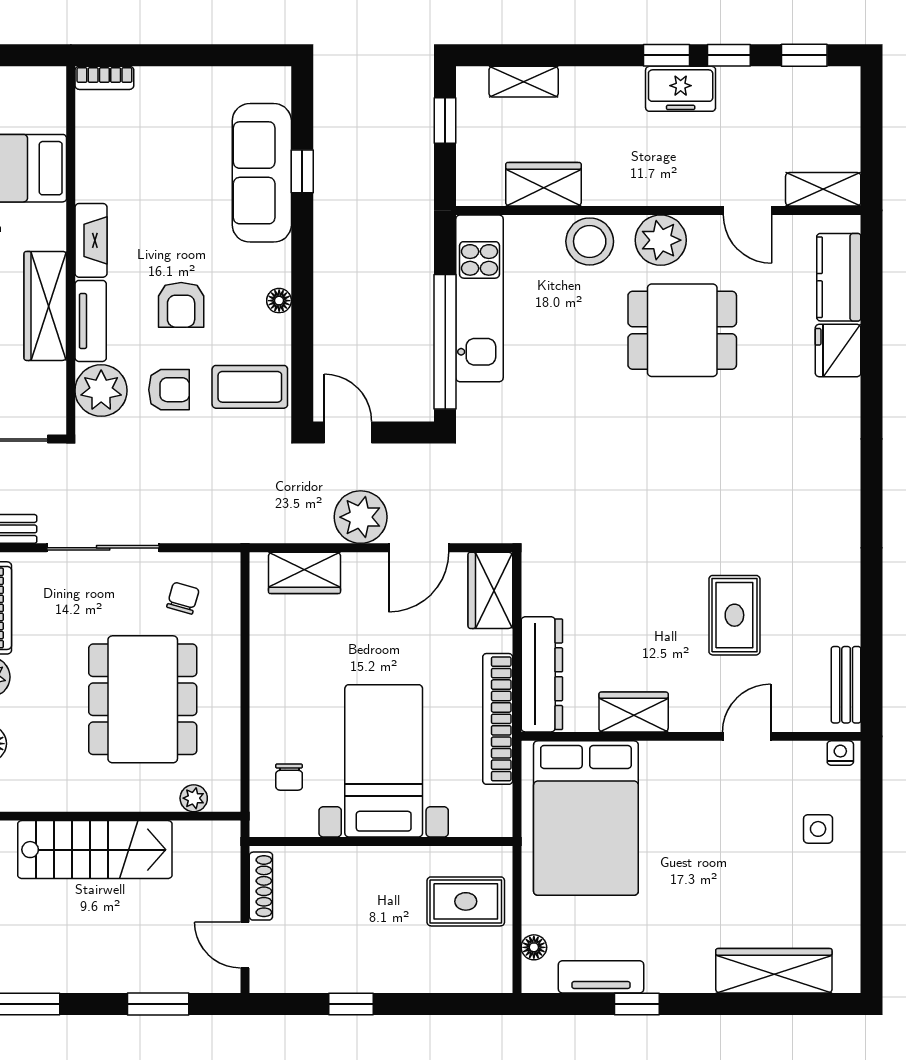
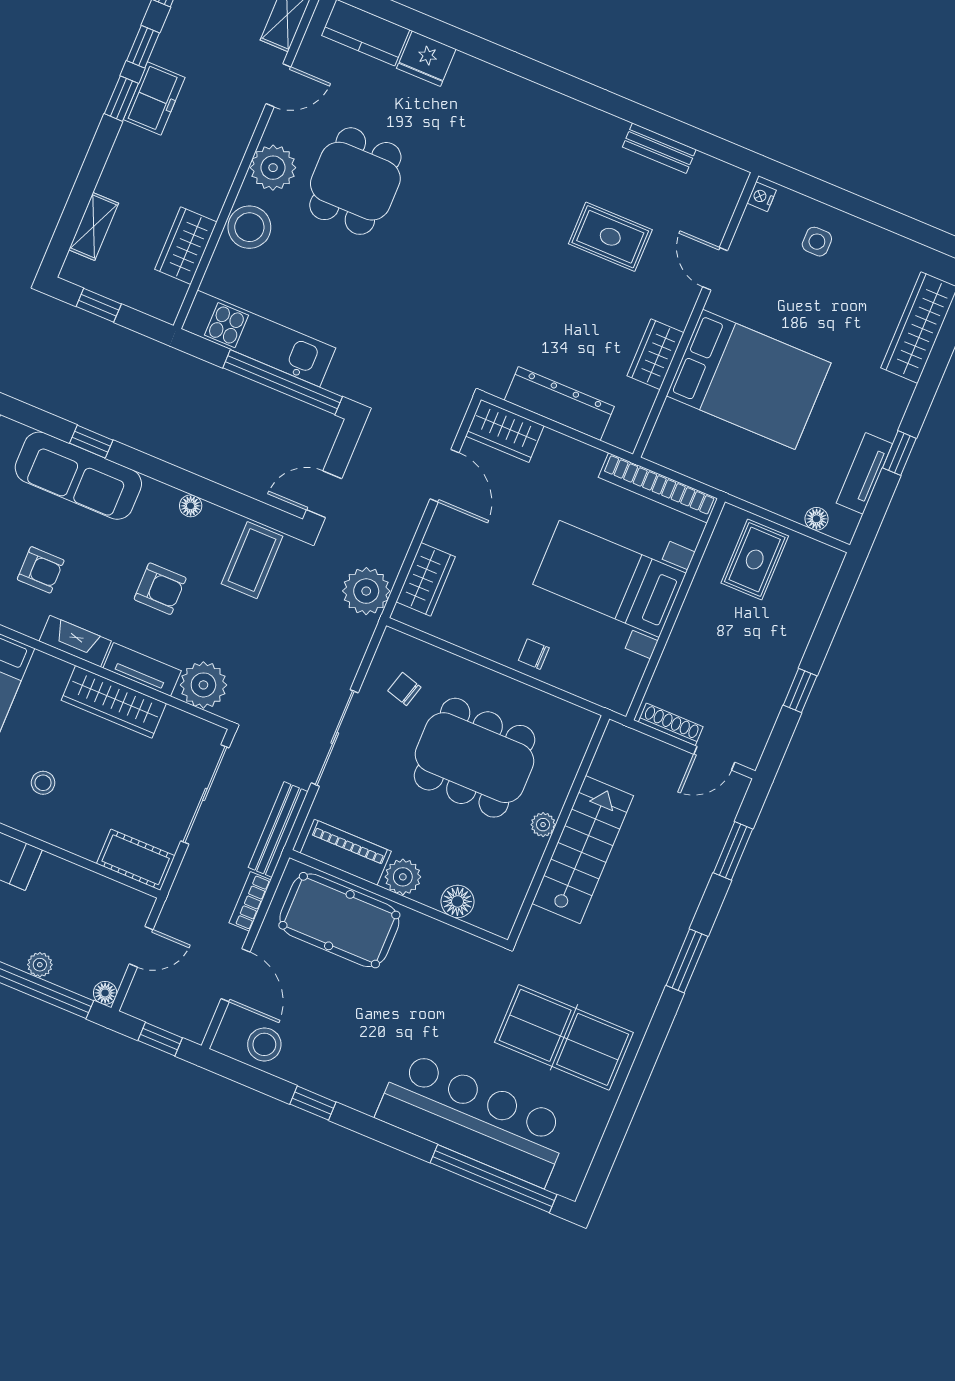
armchair: (169, 390) -> (41, 570), moved, turned 90
plant: (361, 517) -> (366, 591), moved
dresser: (542, 674) -> (559, 403), moved
bench: (846, 685) -> (659, 148), moved
bookcase: (498, 719) -> (658, 488), moved
chair: (289, 777) -> (534, 654), moved, turned 180
plant: (194, 798) -> (543, 825), moved
bed: (586, 818) -> (749, 379), moved

